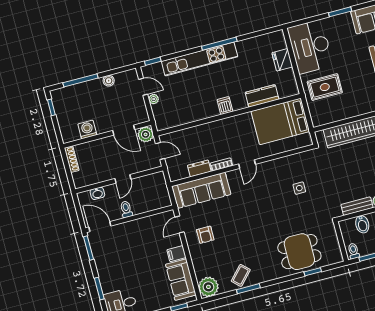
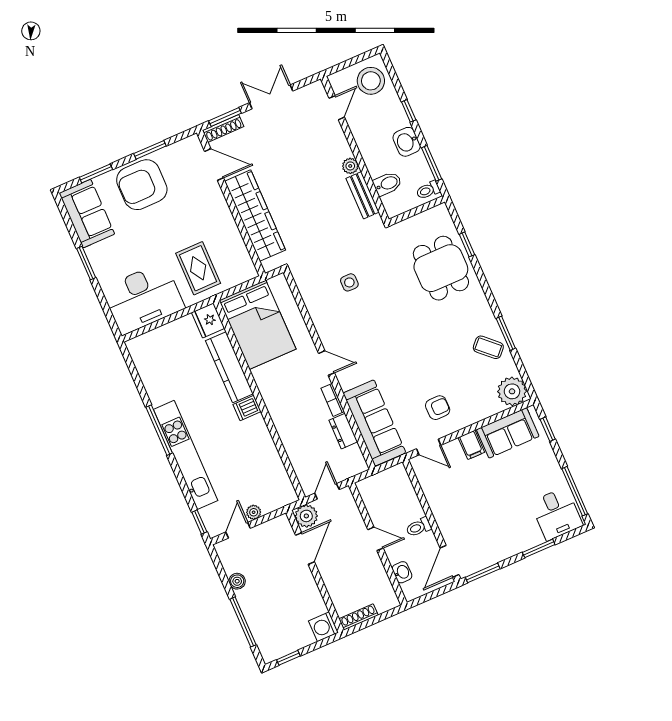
fridge: (282, 60) -> (208, 320), moved, turned 90
kitchen counter: (262, 96) -> (229, 367), width x1.50
washing machine: (87, 129) -> (323, 627), moved

